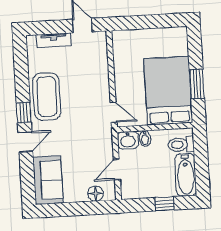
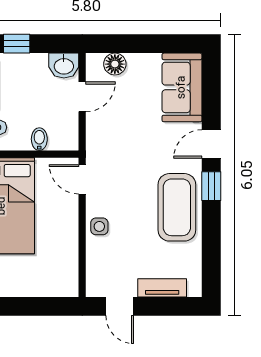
side table: (100, 80) -> (99, 226), added
washbasin: (128, 140) -> (64, 66), moved, turned 180

